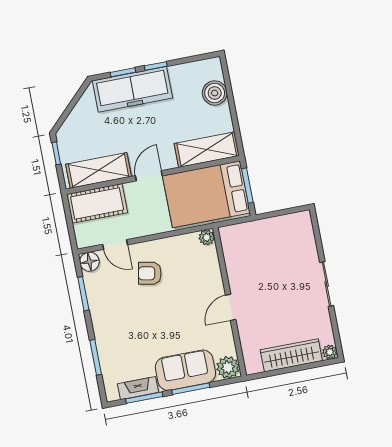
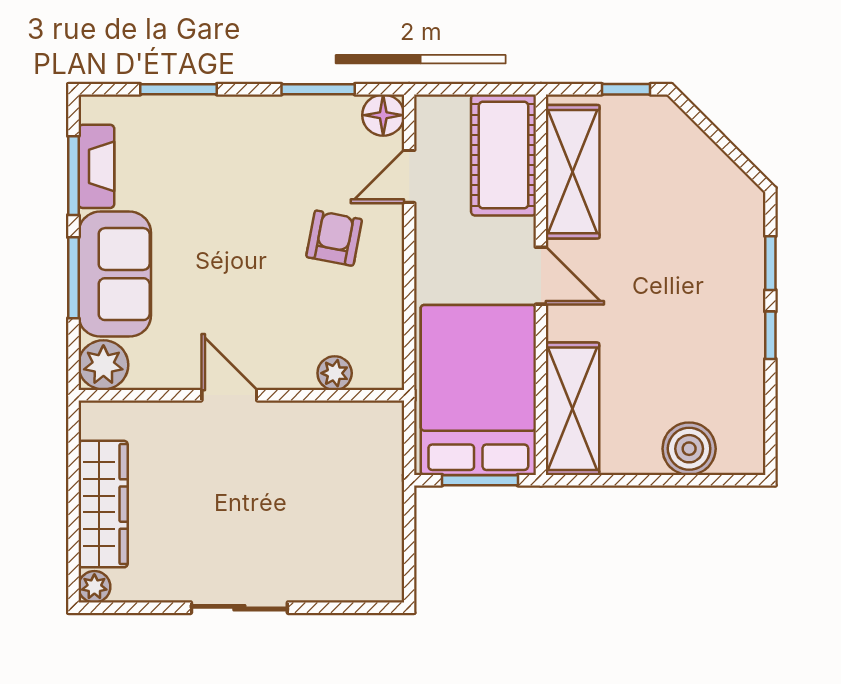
freezer: (132, 89) -> (730, 276), removed
plant: (207, 237) -> (335, 373), moved

